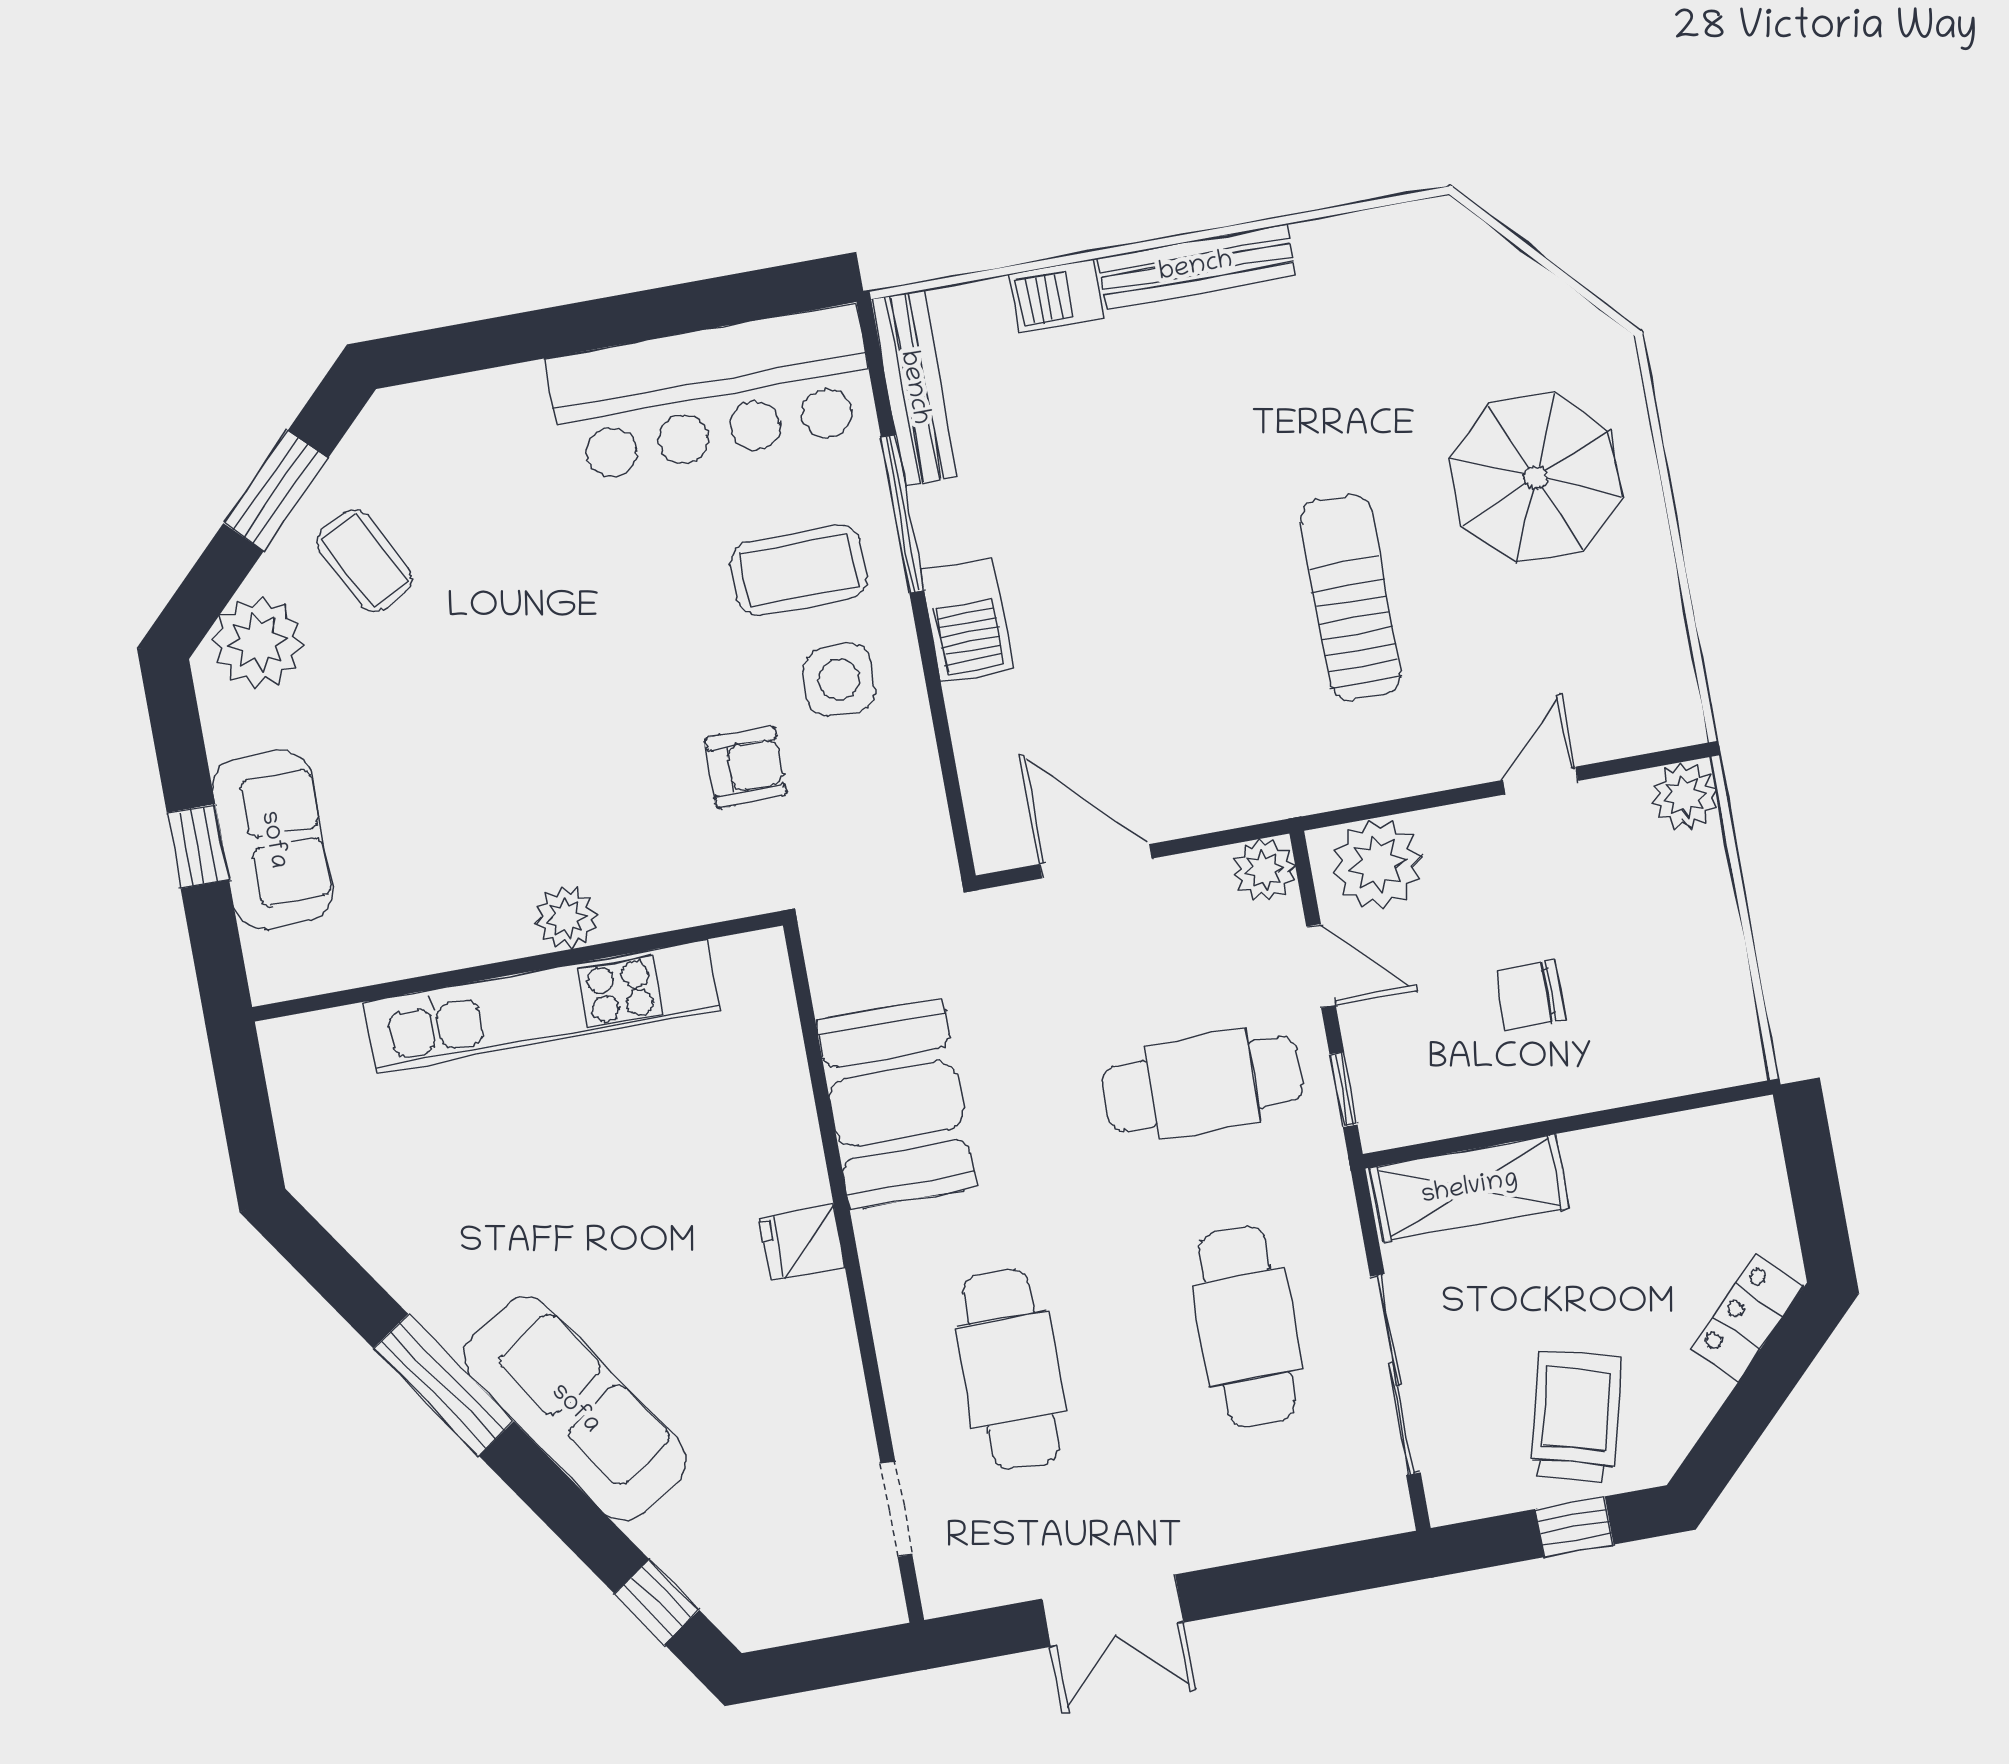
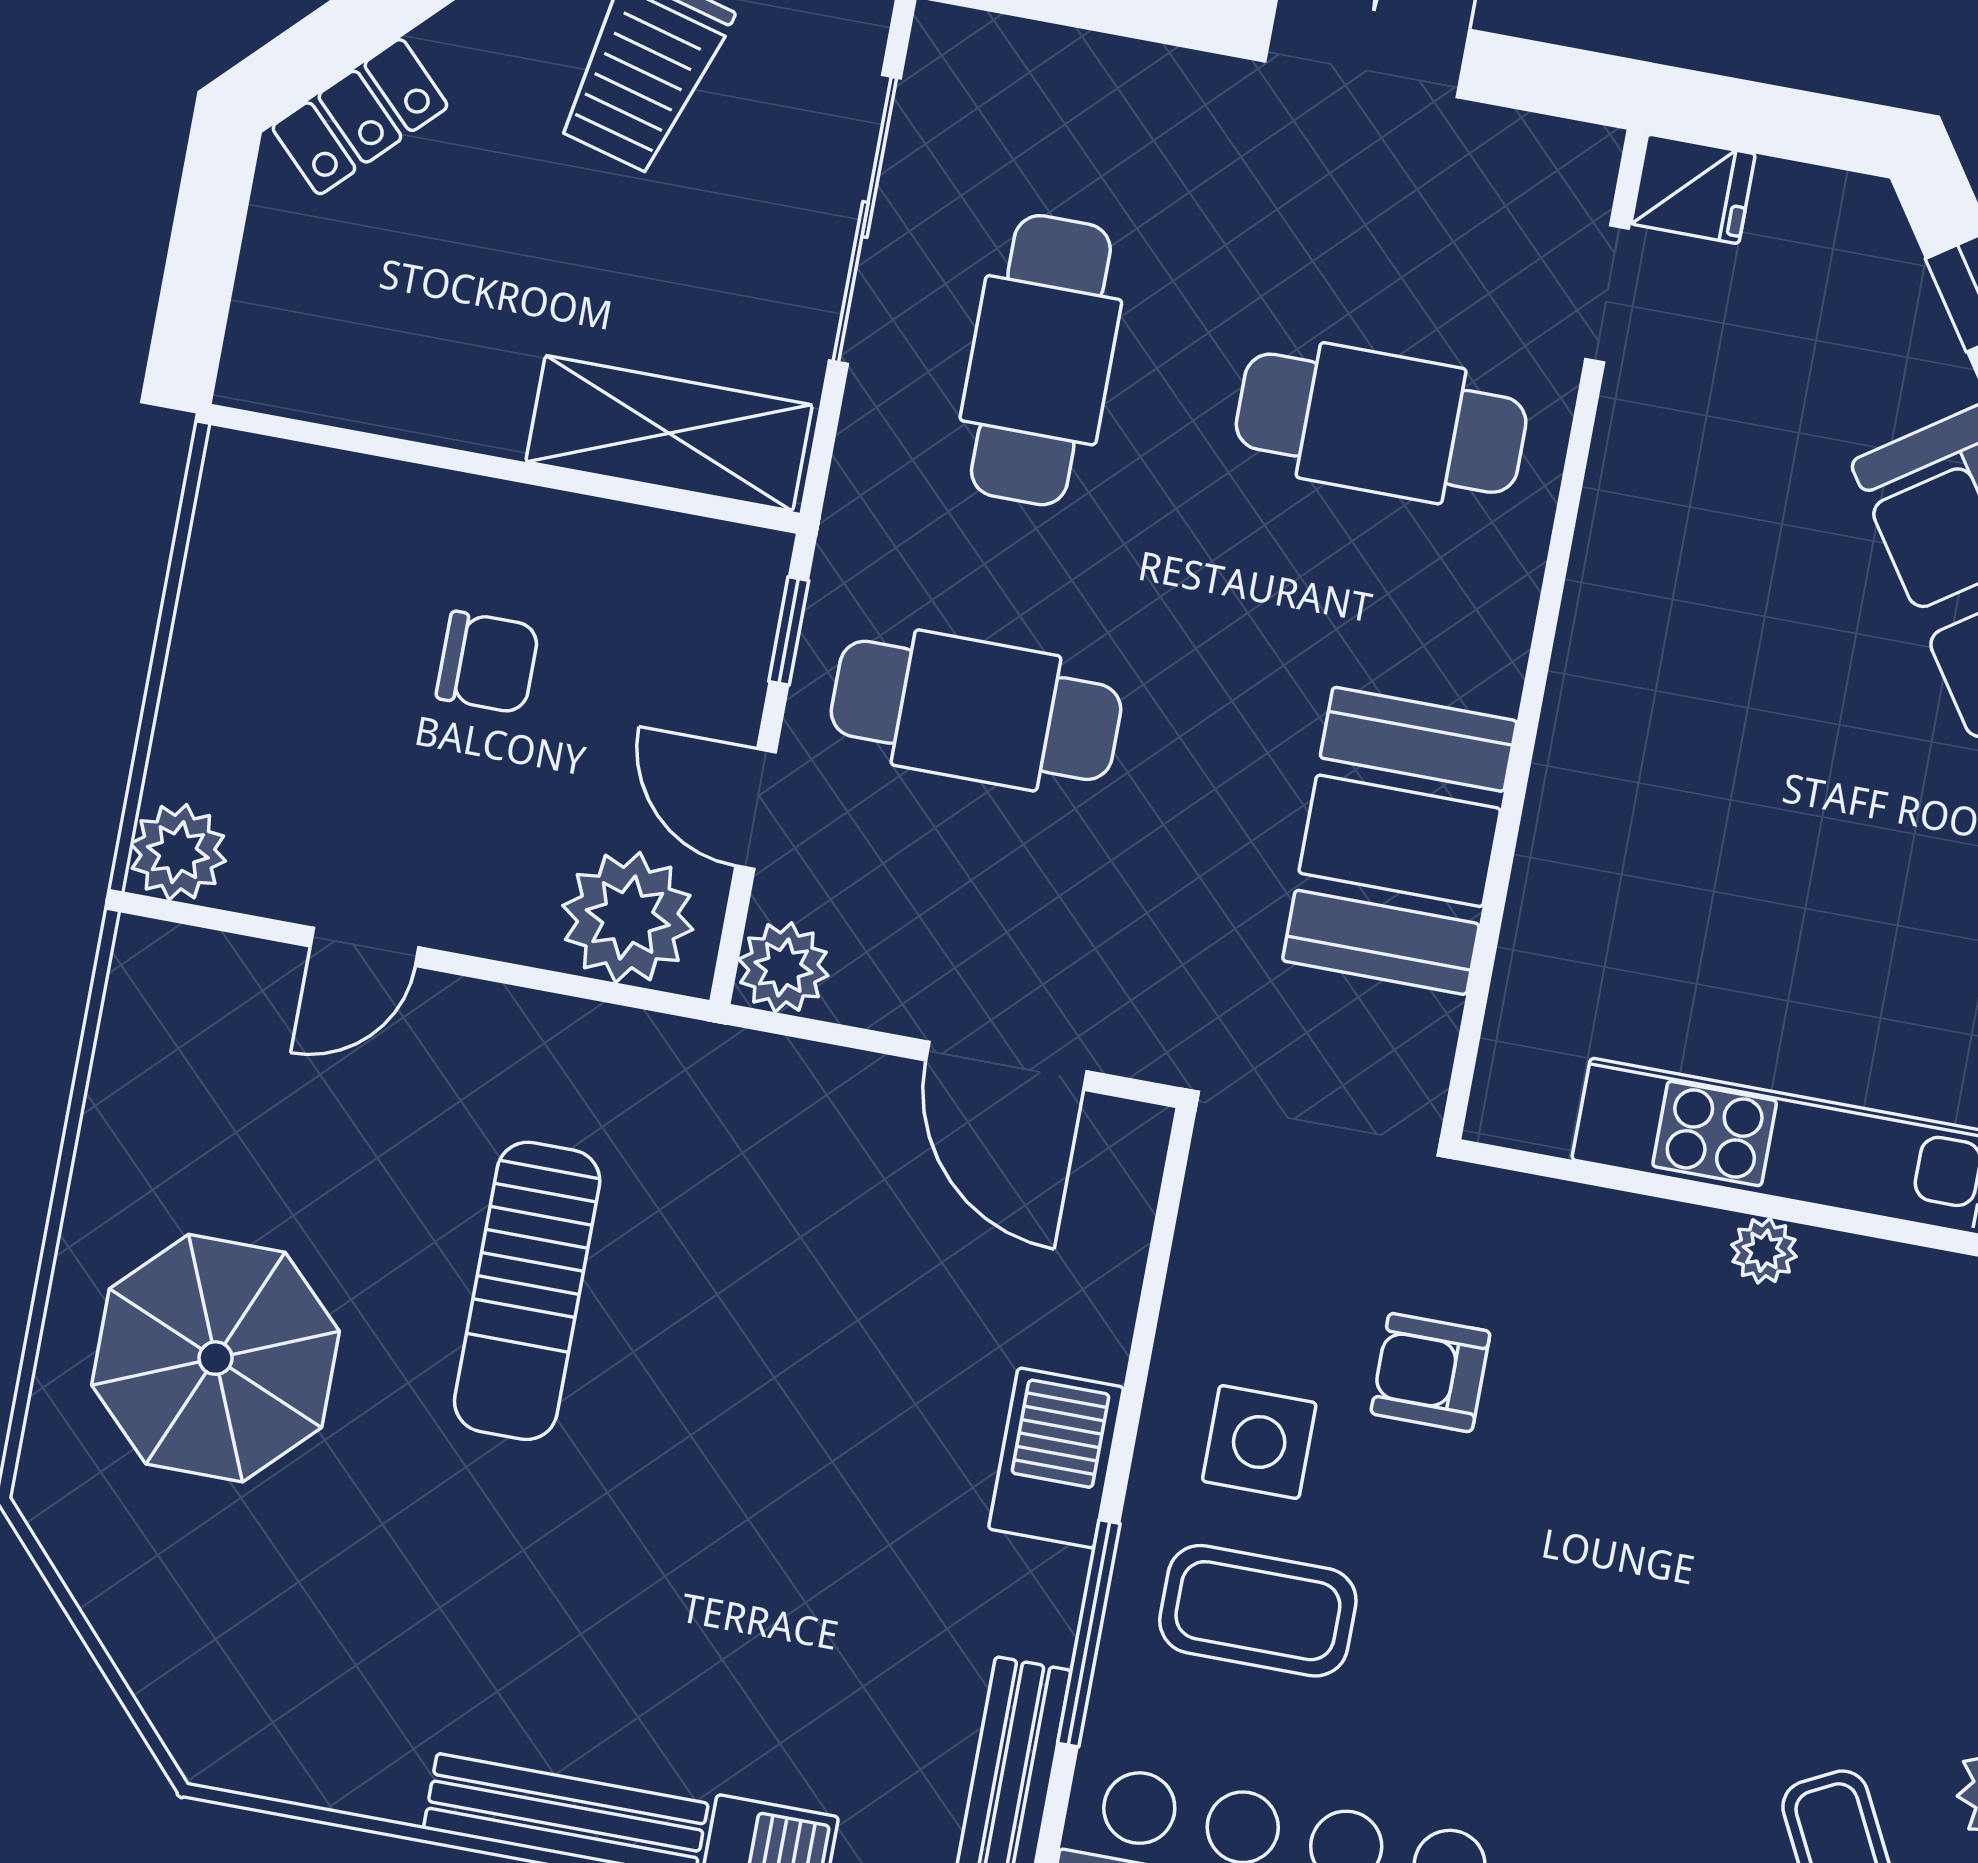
plant: (566, 918) -> (1764, 1251), width x0.73, depth x0.73
fridge: (802, 1242) -> (1693, 189), moved
cafe table: (1011, 1370) -> (1381, 423), turned 90

